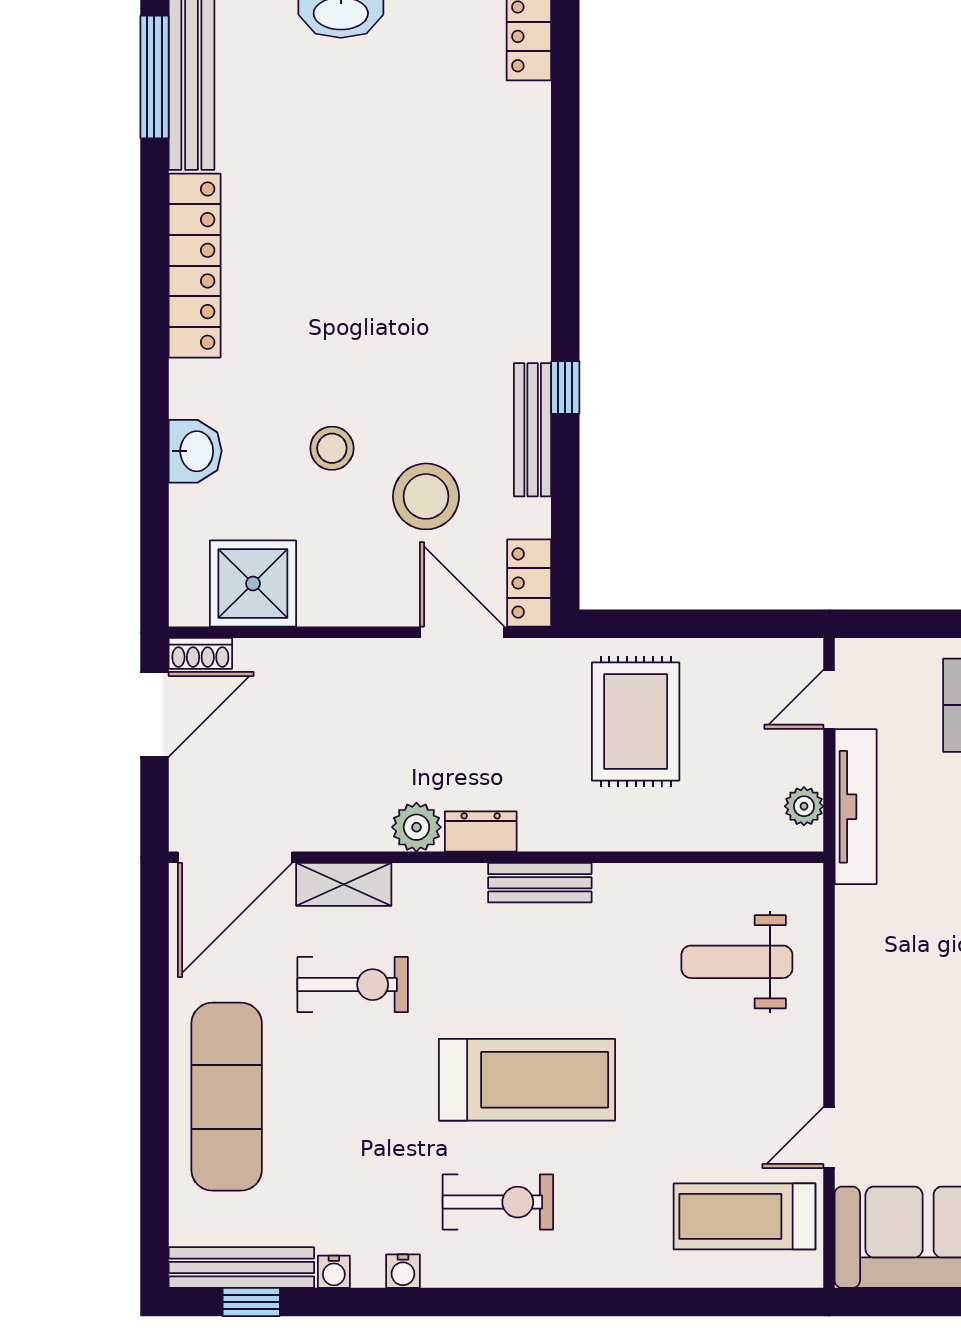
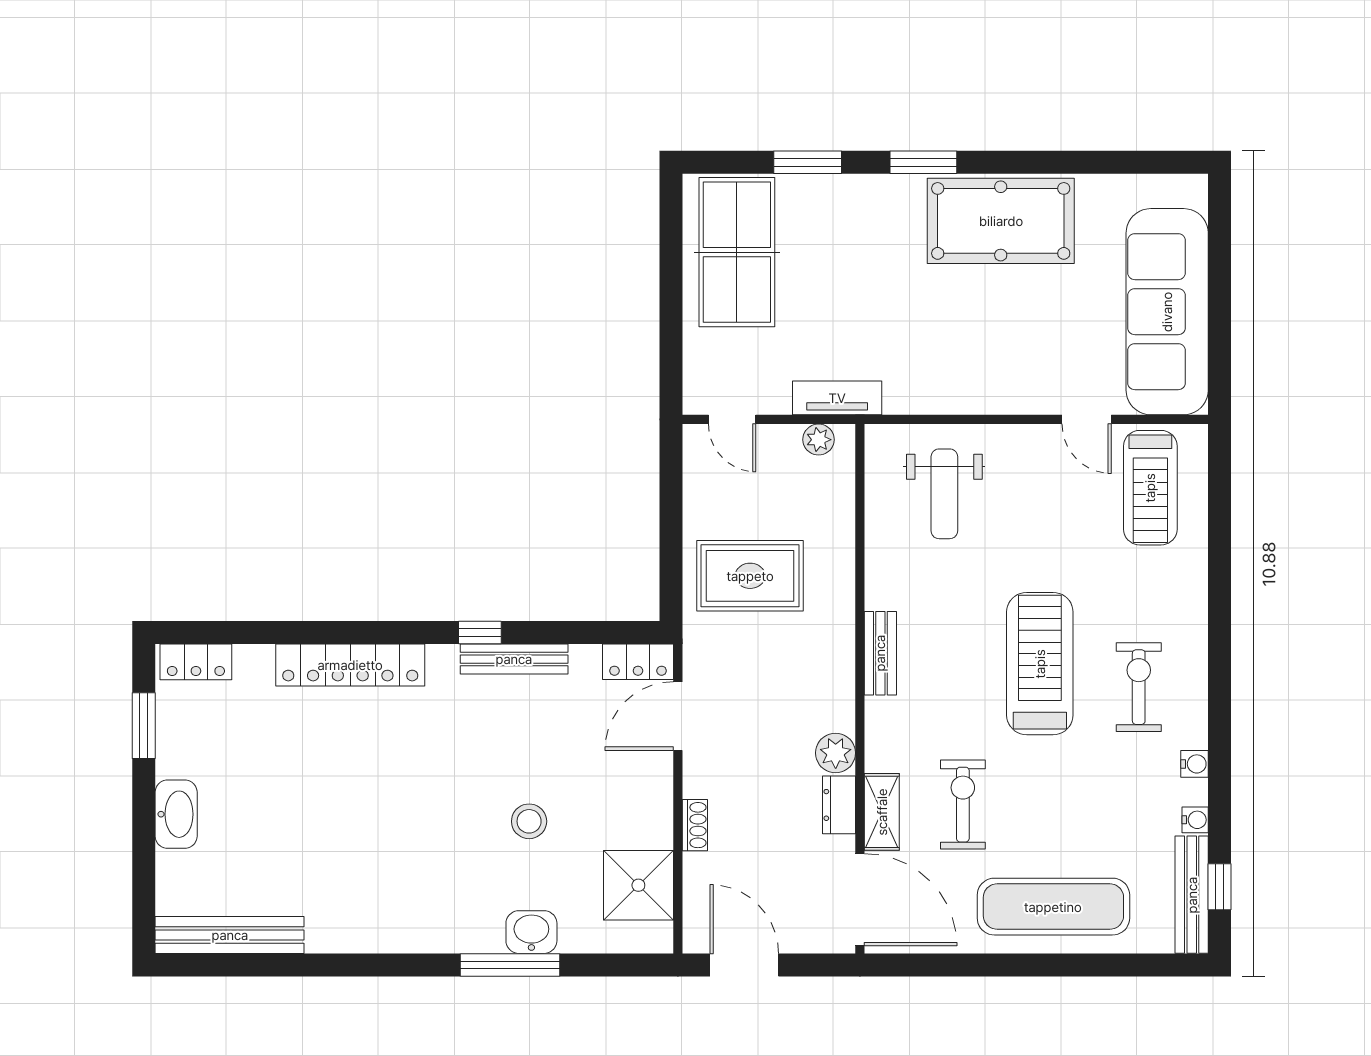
window: (154, 77) -> (510, 965), moved
locker: (195, 266) -> (350, 665), moved, turned 180
stool: (426, 496) -> (568, 745), removed
shoe rack: (200, 653) -> (695, 825), moved
tv unit: (856, 807) -> (837, 398), width x0.71
dresser: (481, 832) -> (839, 805), moved

